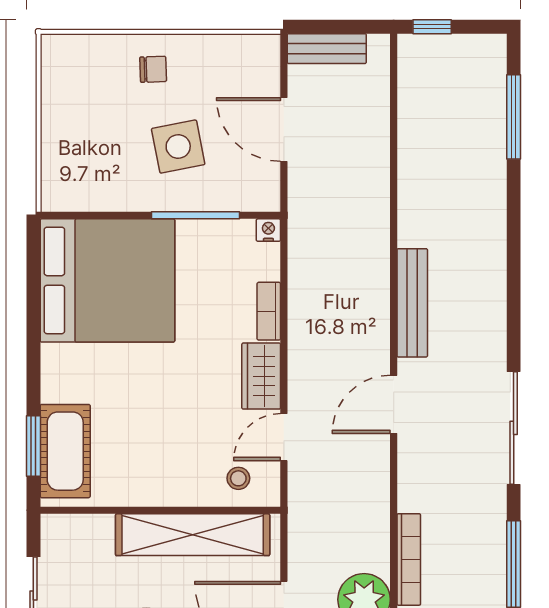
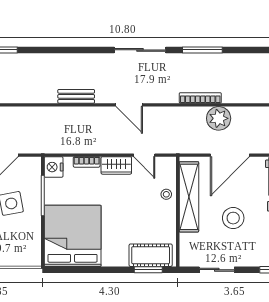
nightstand: (268, 230) -> (54, 167), width x1.89, depth x1.79
bench: (412, 303) -> (76, 96), width x0.73
stool: (238, 478) -> (166, 194), moved

